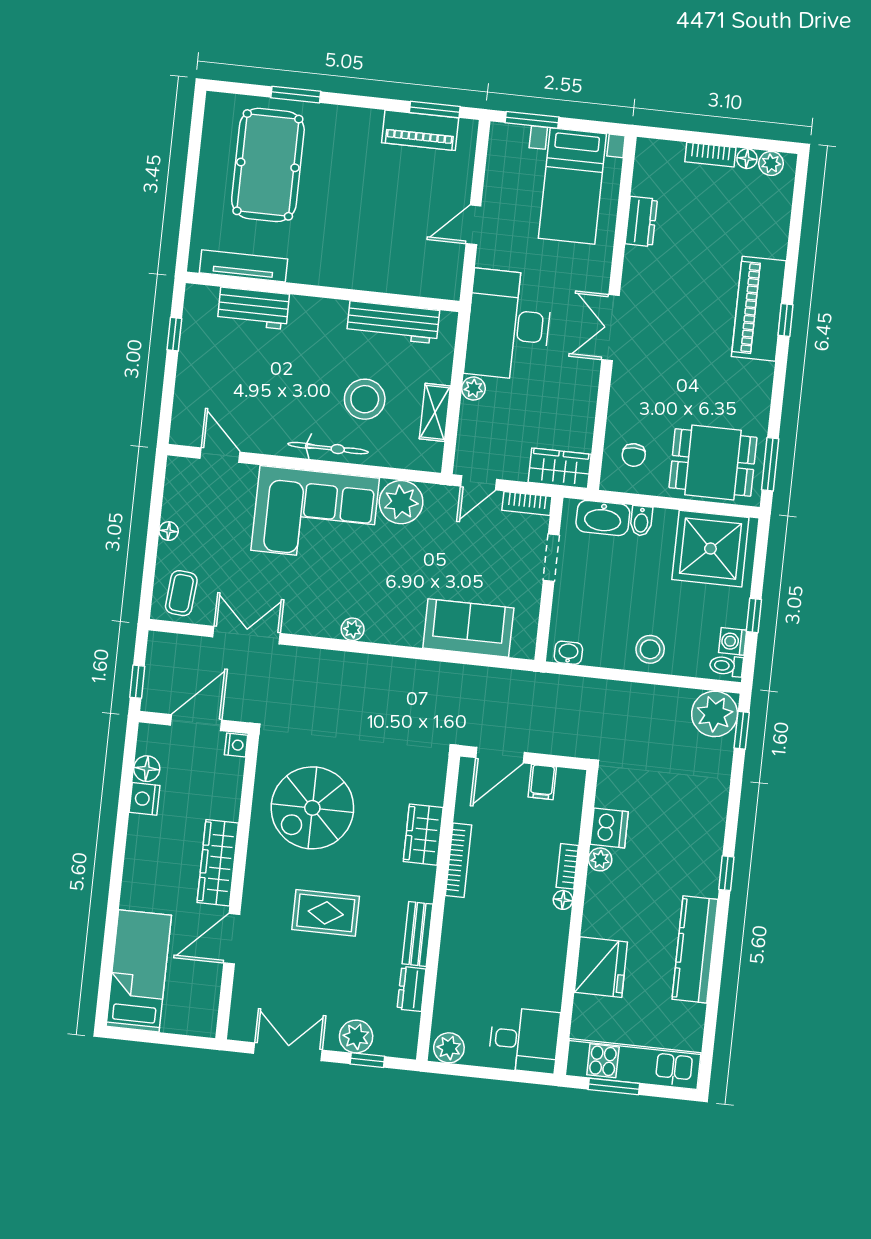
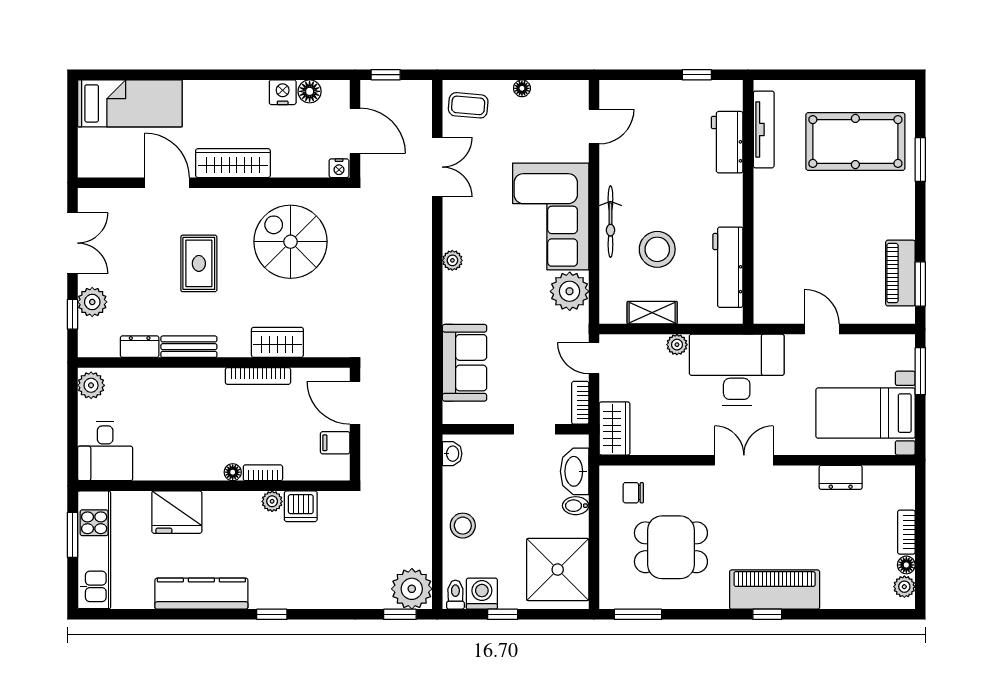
dining table: (713, 462) -> (671, 547), moved, turned 90
washing machine: (733, 641) -> (482, 594), width x1.38, depth x1.38

